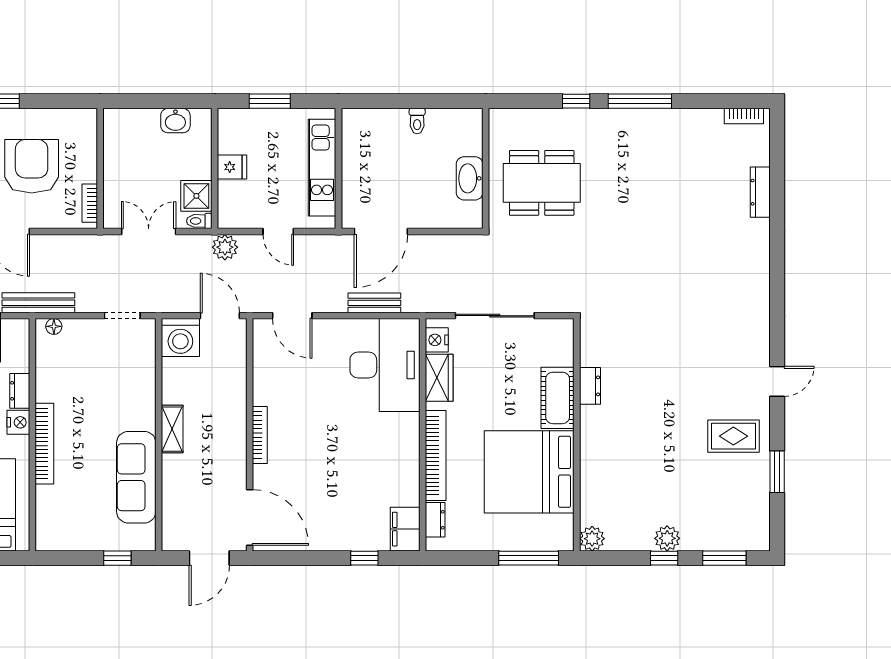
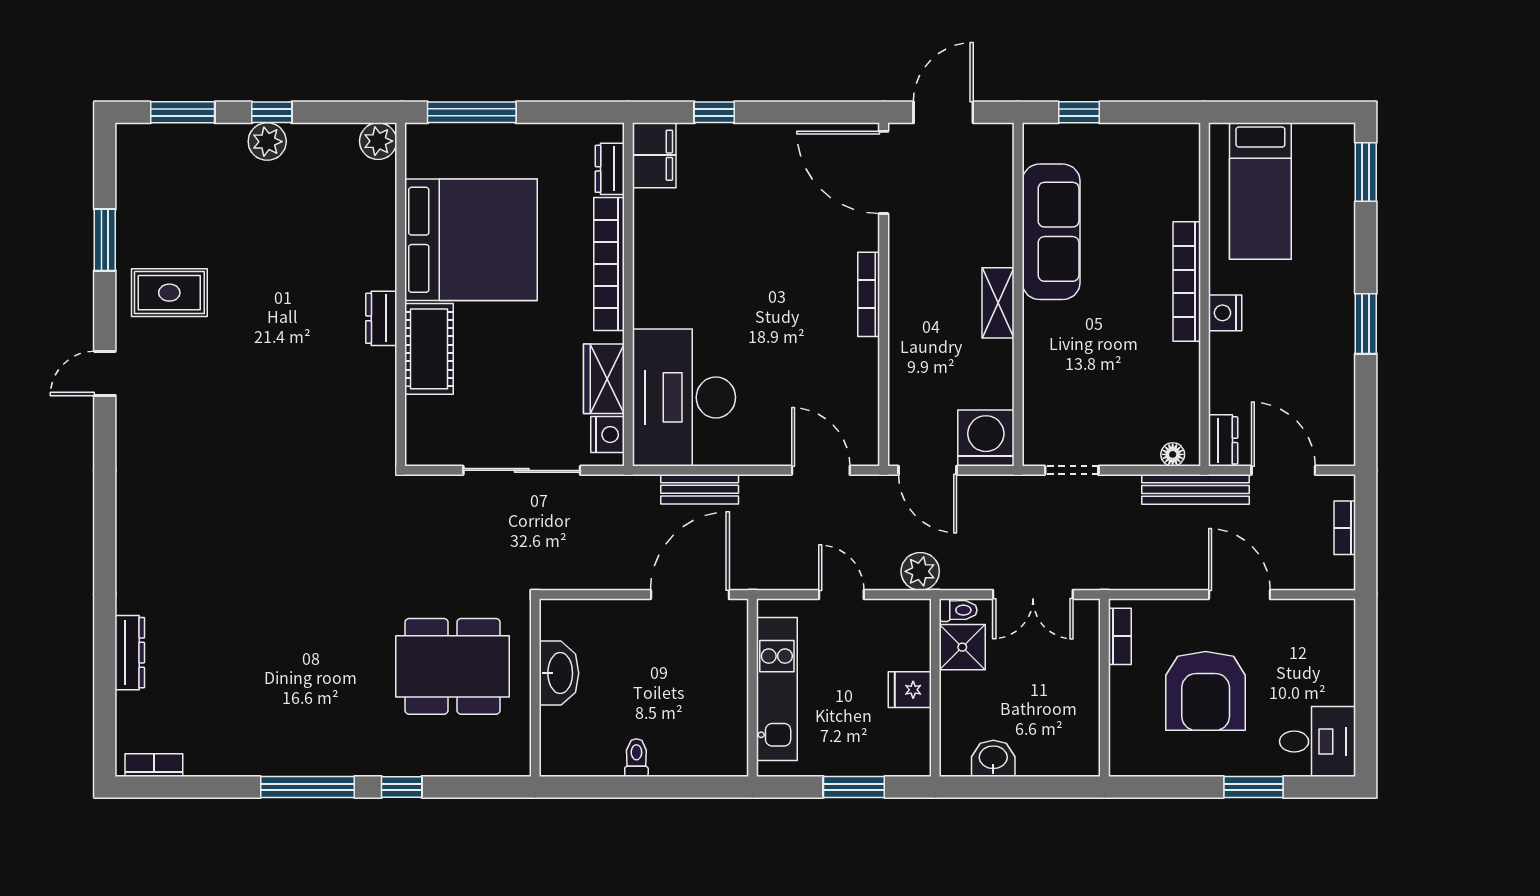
dresser: (590, 386) -> (381, 318), moved
dresser: (20, 391) -> (1223, 440), moved

